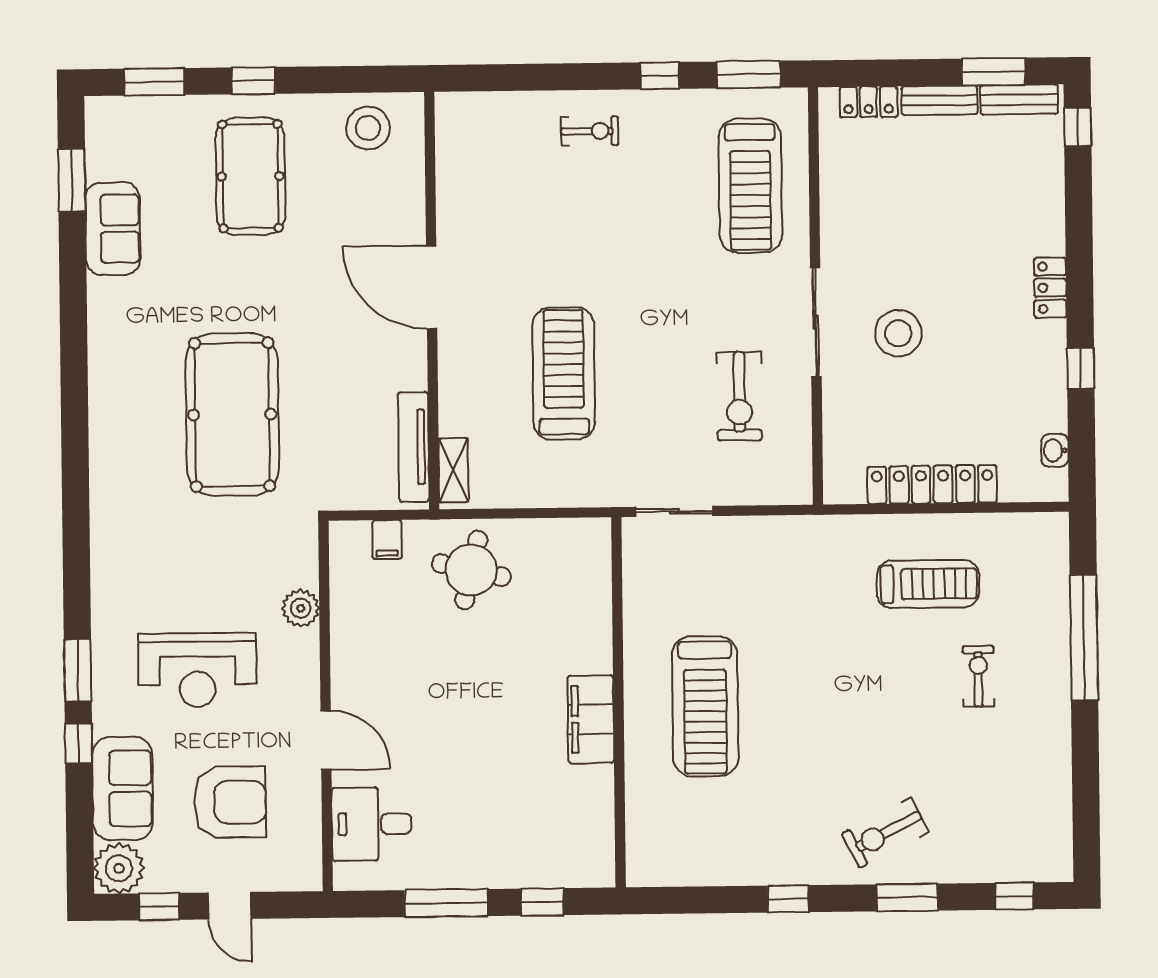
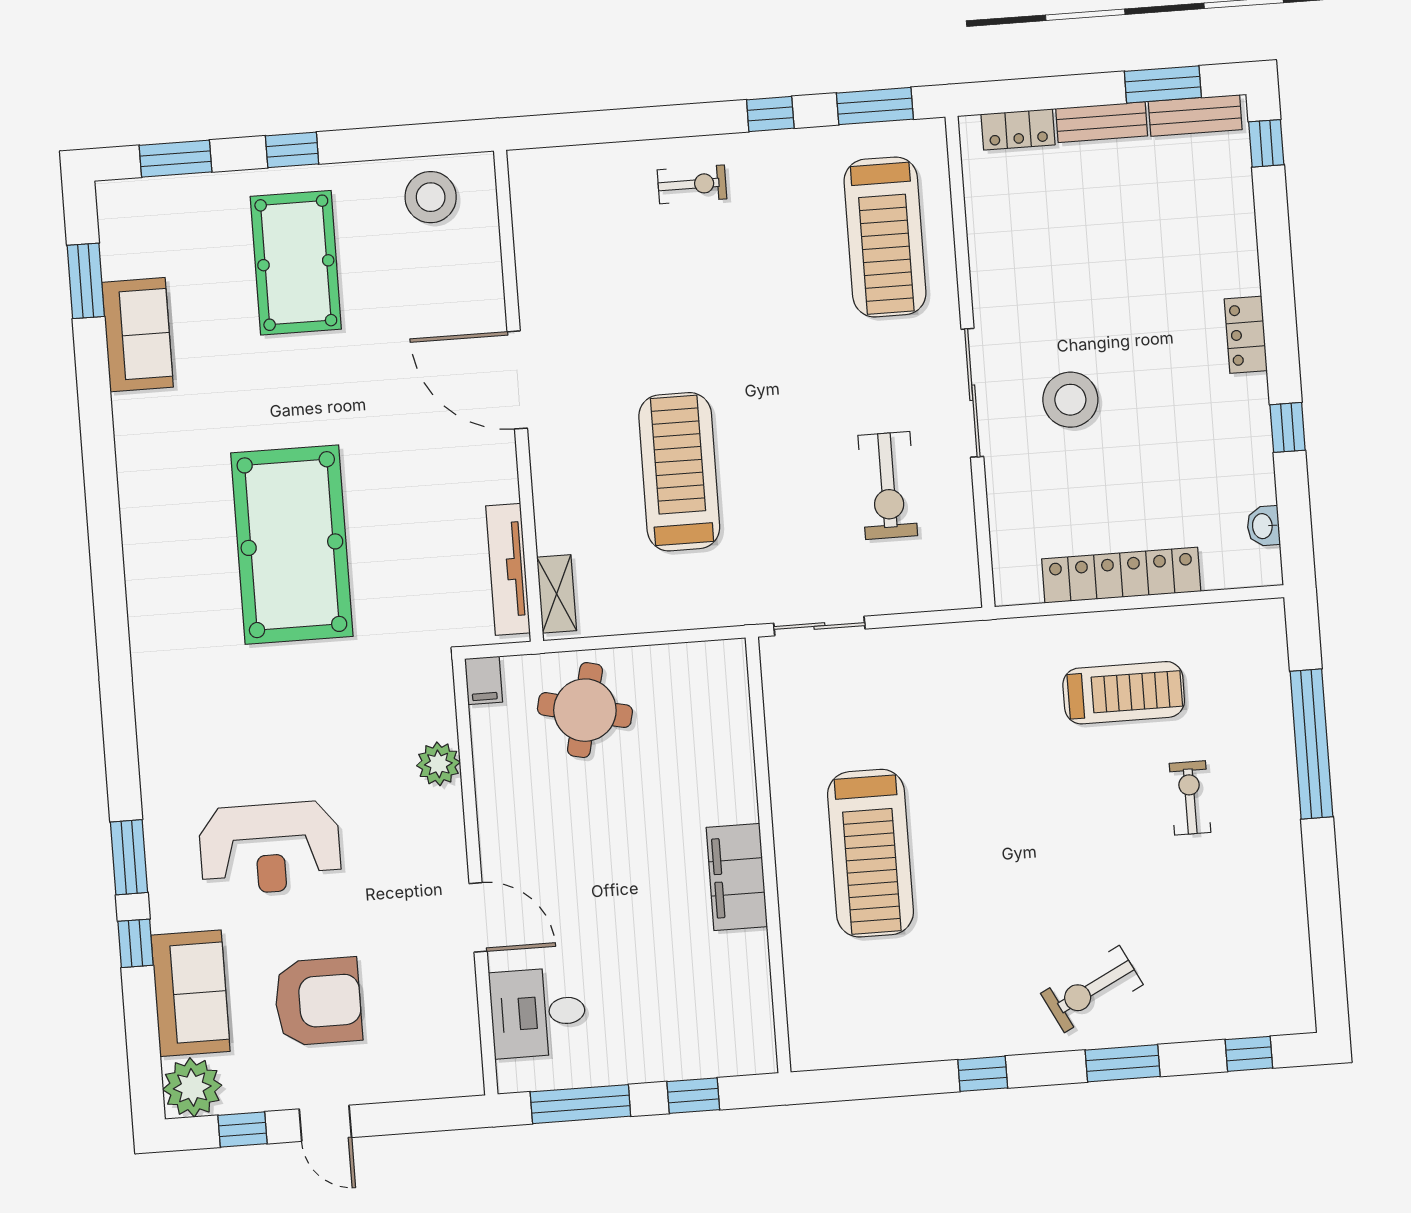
plant: (301, 608) -> (438, 764), moved
wall: (326, 706) -> (475, 877), moved
door: (326, 740) -> (478, 917), moved
desk: (372, 824) -> (538, 1013), moved

